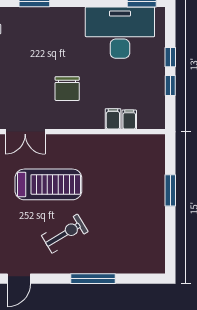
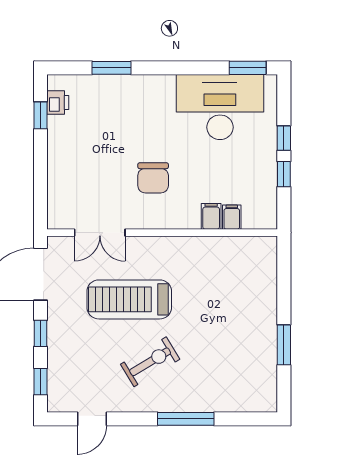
treadmill: (48, 184) -> (129, 299), turned 180
window: (170, 190) -> (284, 345), moved

